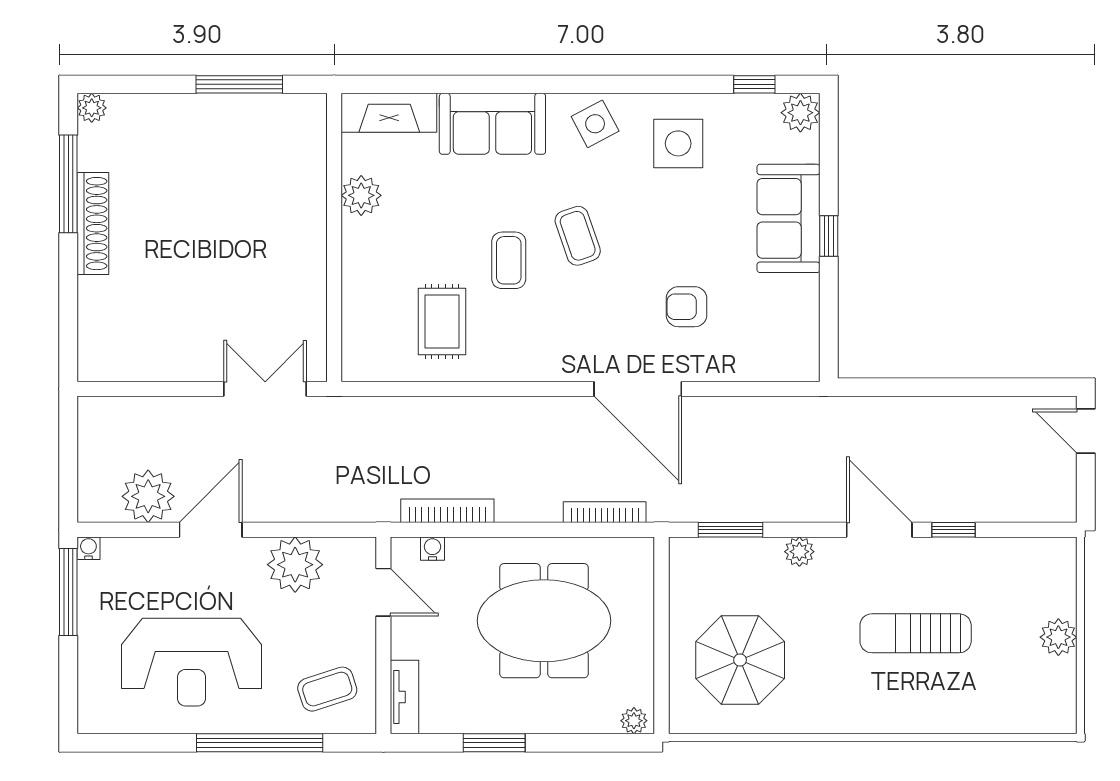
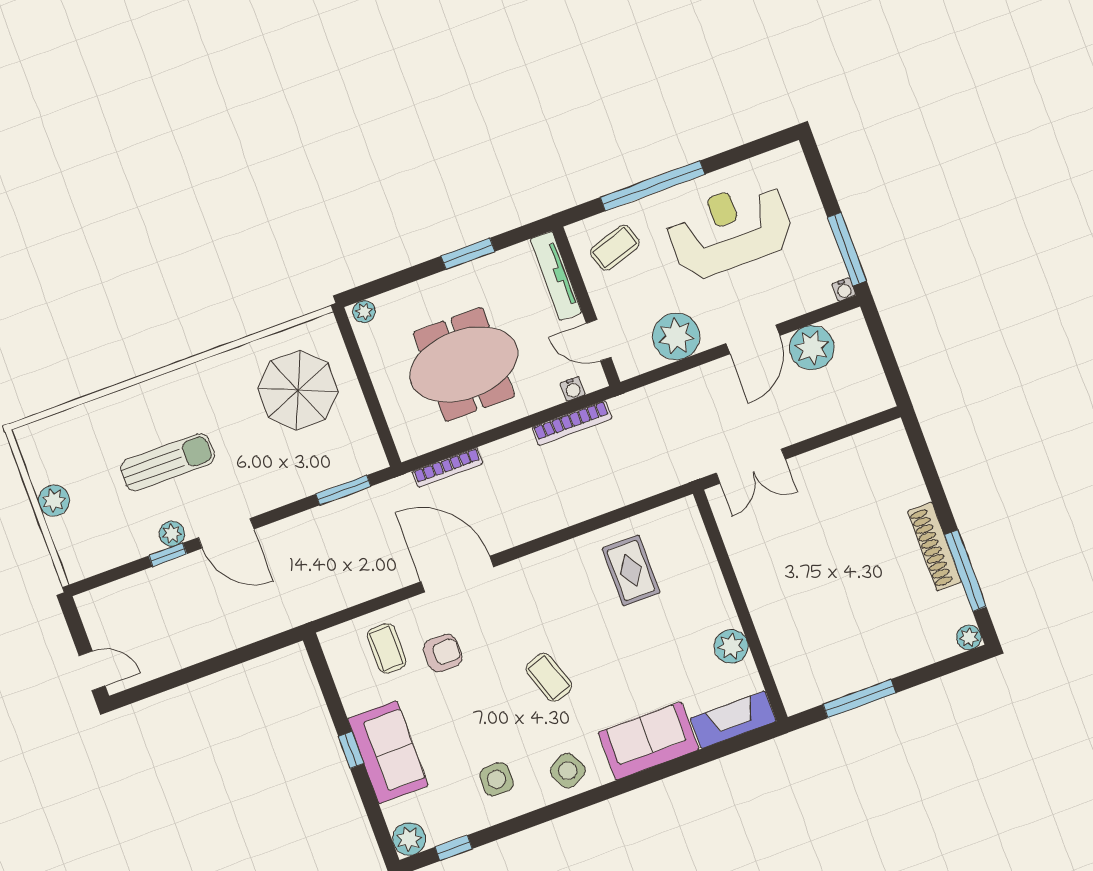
side table: (678, 143) -> (497, 779), width x0.73, depth x0.73
coffee table: (509, 260) -> (387, 648), moved
plant: (799, 552) -> (172, 534), moved
tv unit: (405, 697) -> (556, 276), width x1.41

